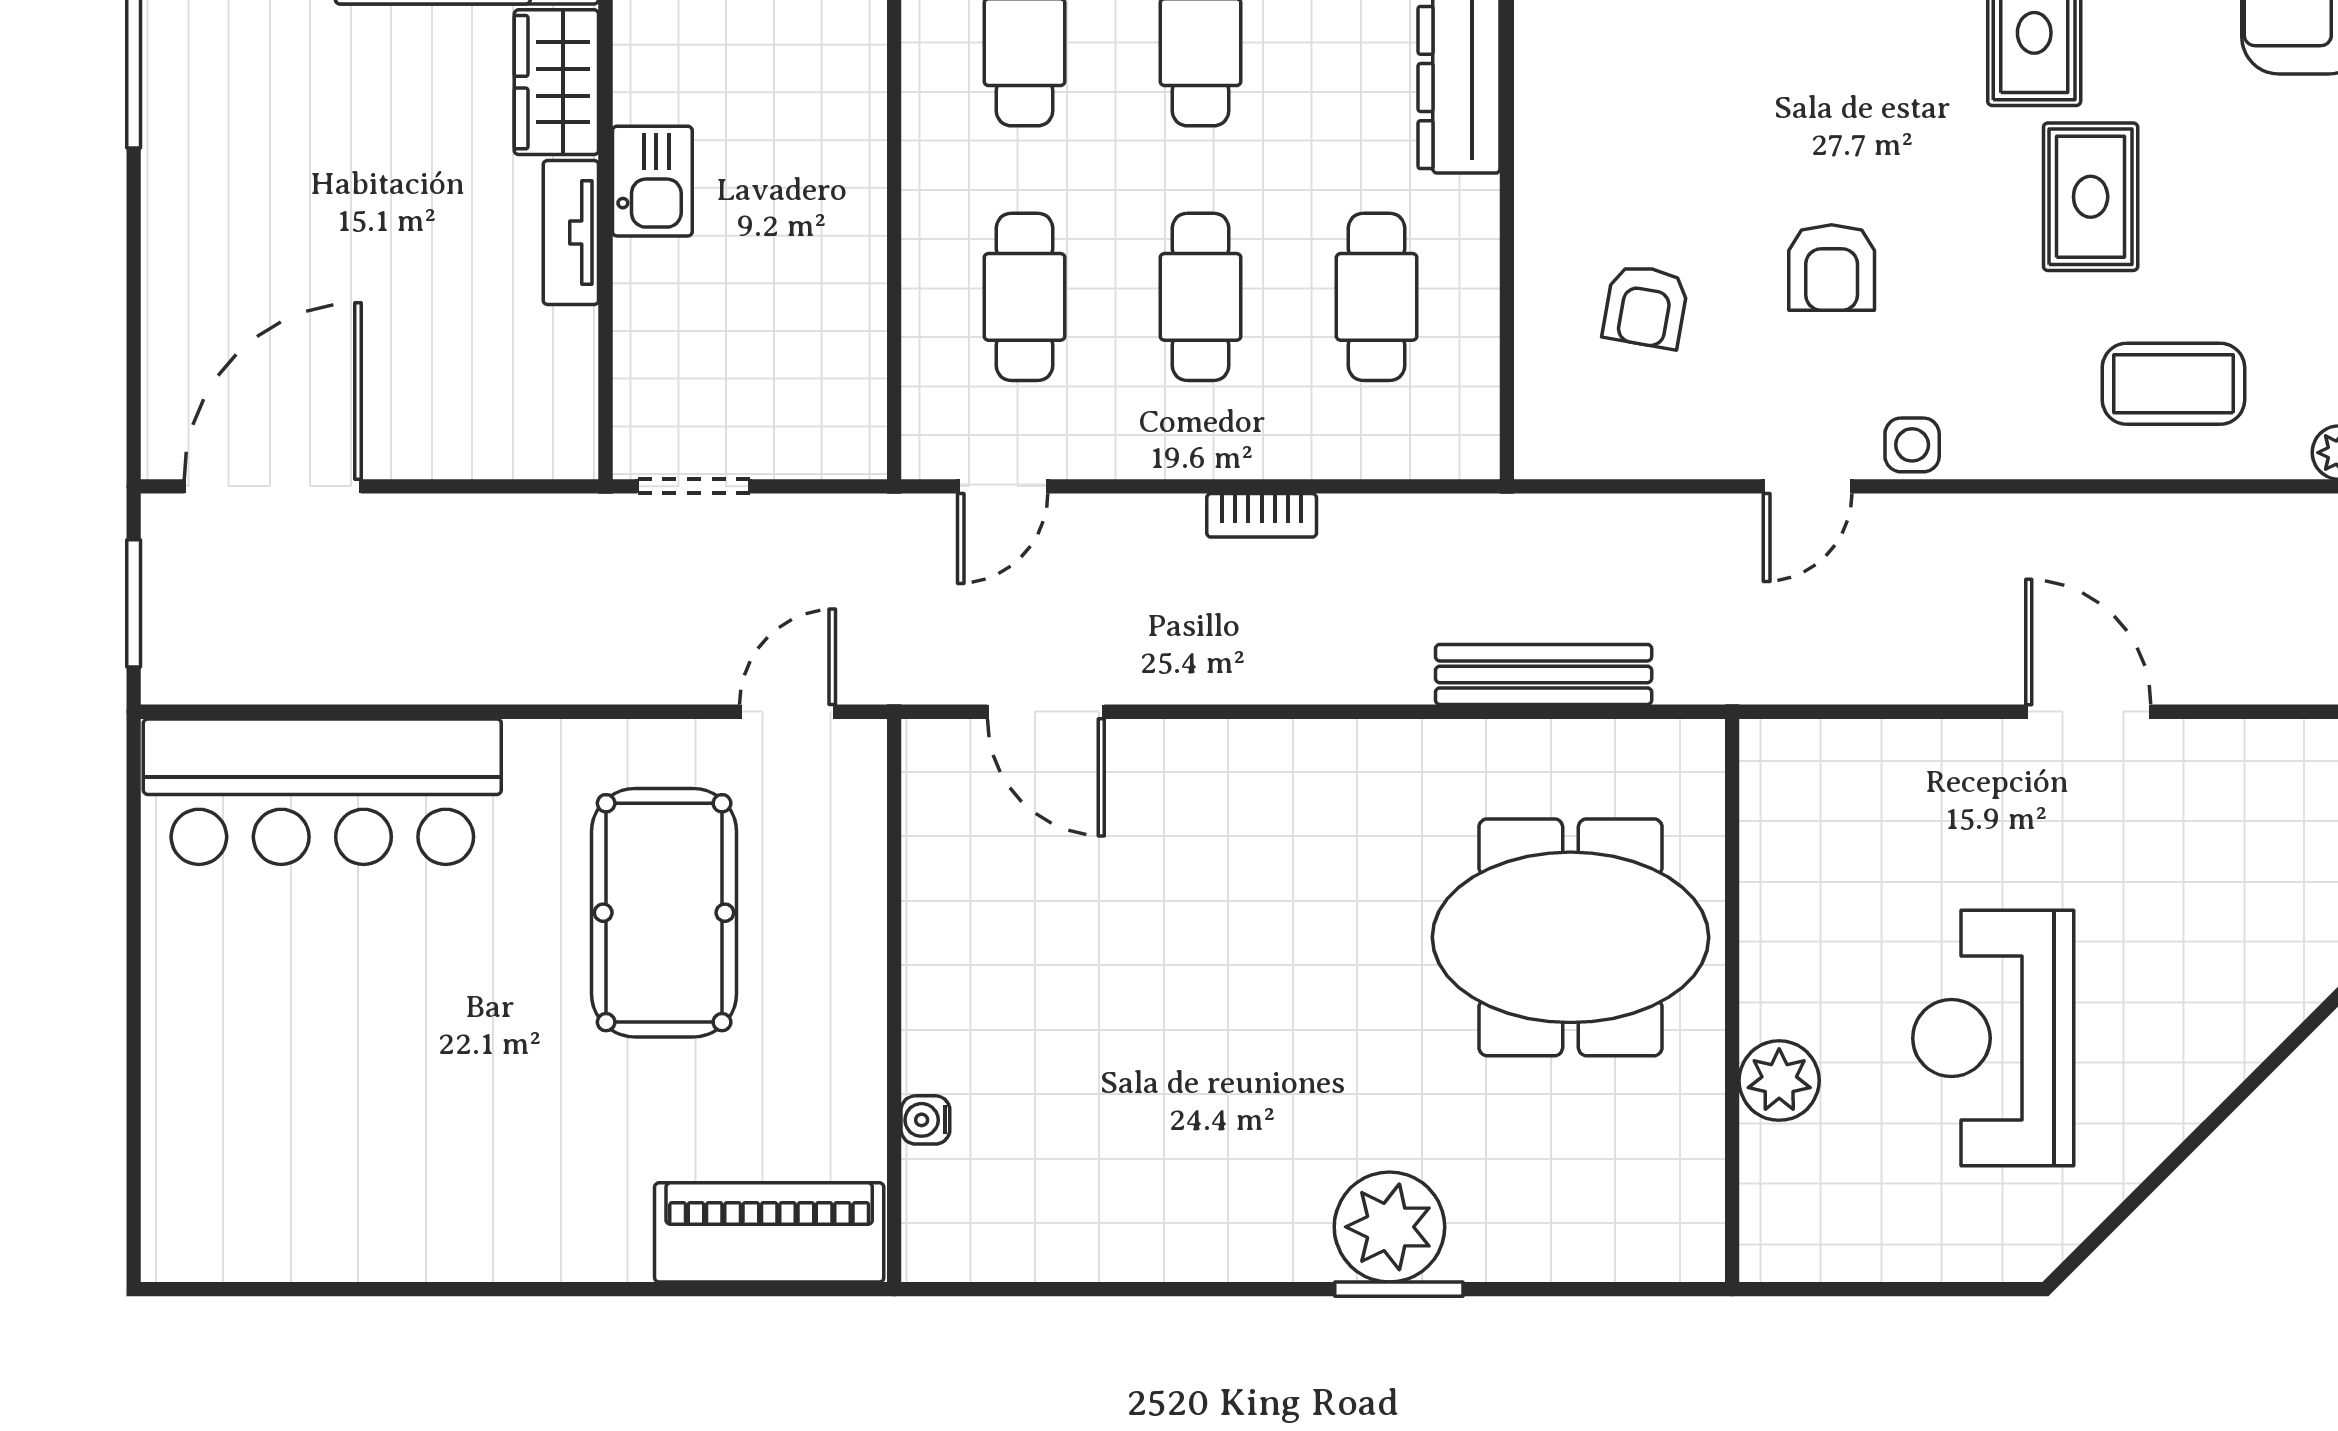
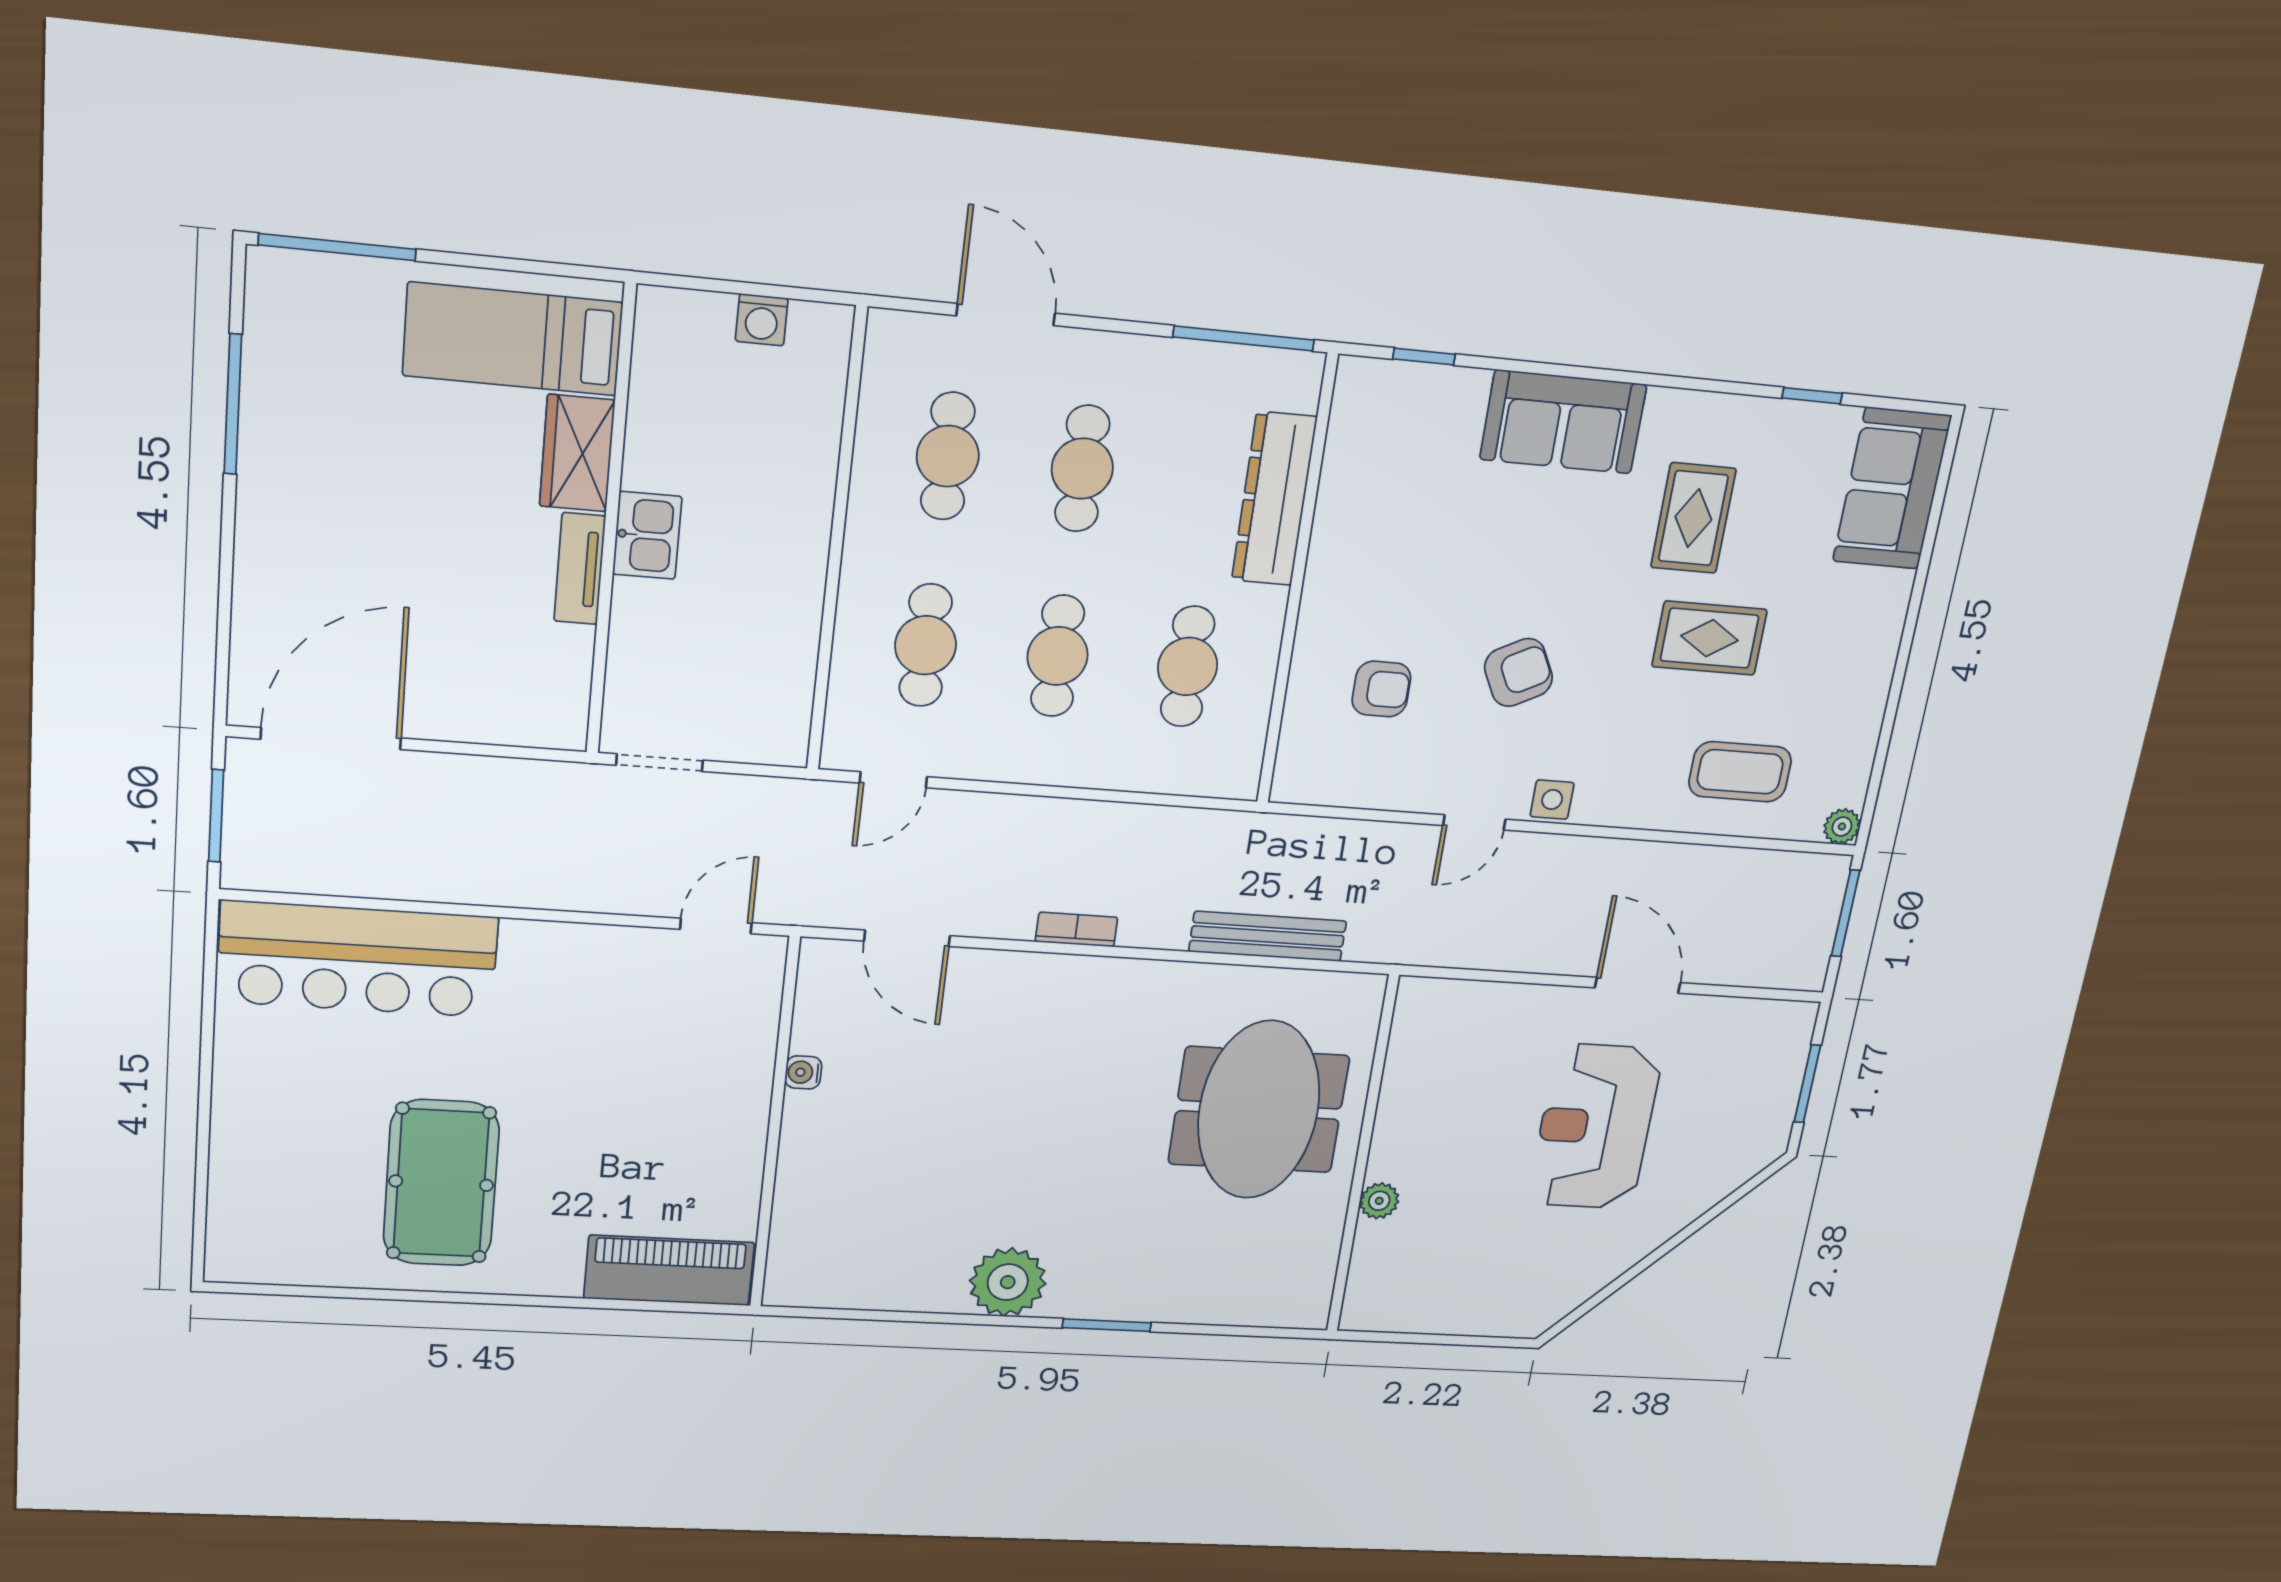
rug: (2091, 197) -> (1710, 638), turned 90
armchair: (1832, 267) -> (1519, 672), turned -117
armchair: (1646, 306) -> (1381, 689), turned -100
bookcase: (1262, 515) -> (1076, 929), moved, turned 180
pool table: (664, 913) -> (441, 1183), moved
meeting table: (1571, 937) -> (1259, 1110), turned 90
reception desk: (1993, 1038) -> (1595, 1127), moved
plant: (1779, 1081) -> (1379, 1201), width x0.73, depth x0.73
water cooler: (925, 1120) -> (803, 1072), moved
plant: (1389, 1227) -> (1008, 1282), moved

